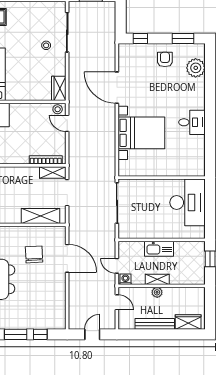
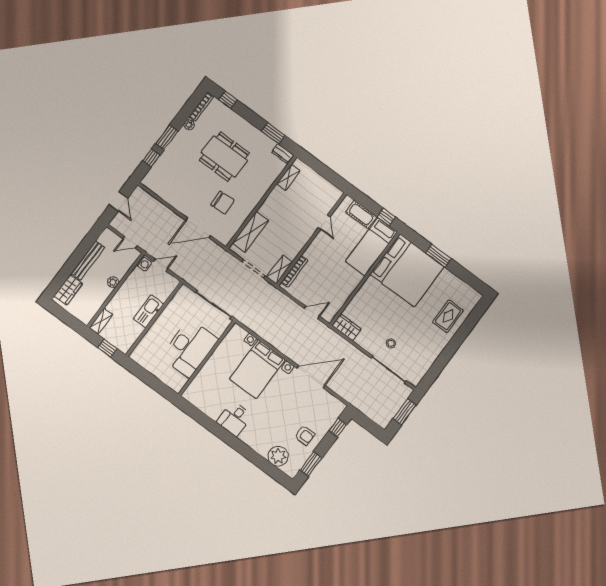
stool: (58, 109) -> (330, 313), removed
desk: (188, 202) -> (189, 348), moved, turned -90
shelving: (157, 279) -> (101, 321), moved

